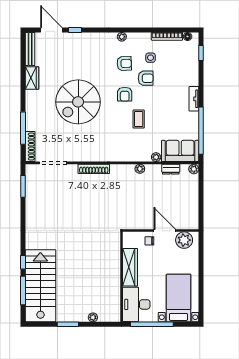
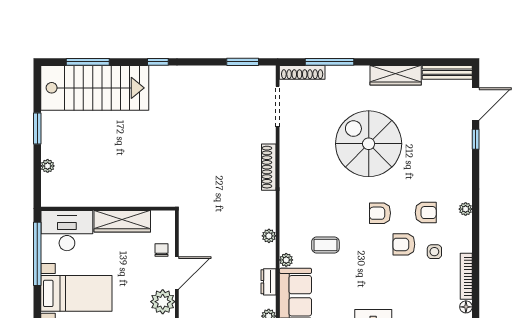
armchair: (124, 64) -> (426, 213), turned -87
wardrobe: (32, 78) -> (396, 75), width x1.50
armchair: (146, 78) -> (404, 244), turned 90
coffee table: (139, 119) -> (325, 245), moved
window: (23, 262) -> (158, 62), moved

